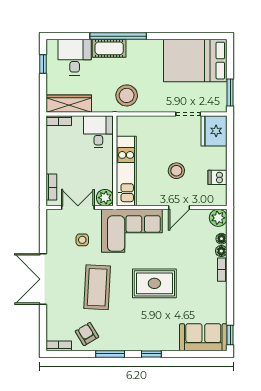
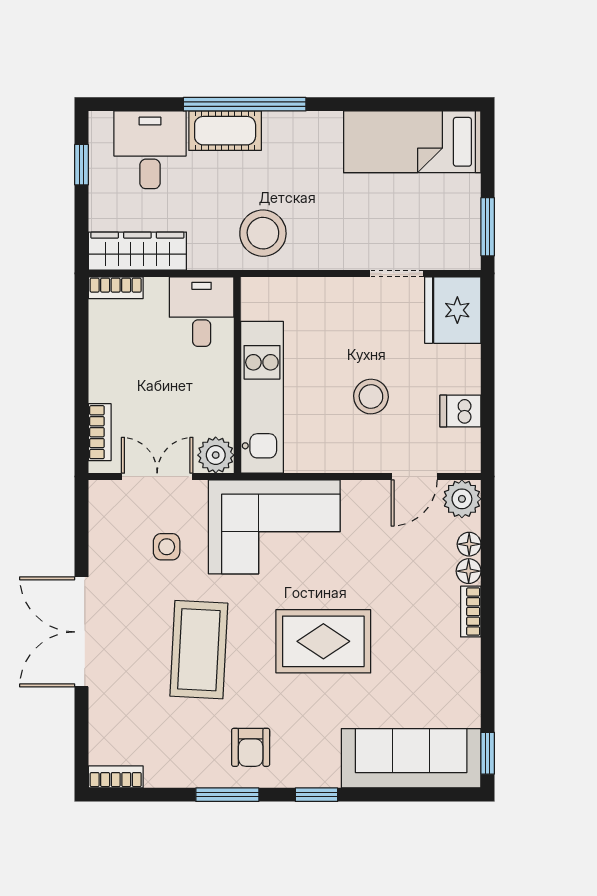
bed: (195, 61) -> (412, 142), width x0.67
door: (179, 208) -> (414, 477), moved
armchair: (87, 334) -> (251, 747), moved, turned -149
sofa: (203, 337) -> (411, 758), width x1.36

